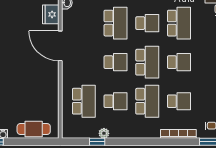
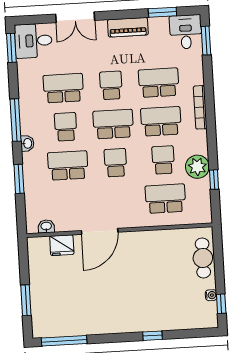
school desk: (179, 101) -> (159, 83), width x1.85
plant: (104, 133) -> (197, 167), width x1.88, depth x1.88
bookcase: (178, 134) -> (200, 107), moved

